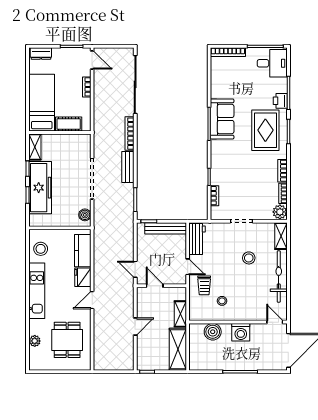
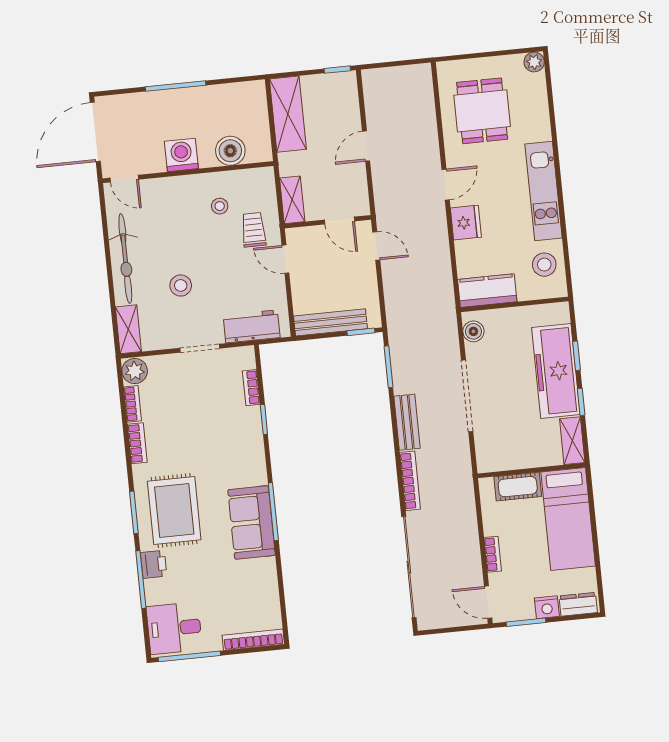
nightstand: (59, 54) -> (547, 607), added
workbench: (197, 239) -> (252, 326), moved, turned 90
kitchen counter: (83, 251) -> (487, 291), moved, turned -90
shelving: (180, 314) -> (292, 200), moved
plant: (35, 341) -> (534, 62), moved

